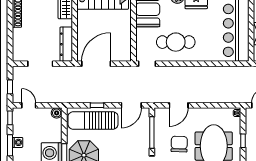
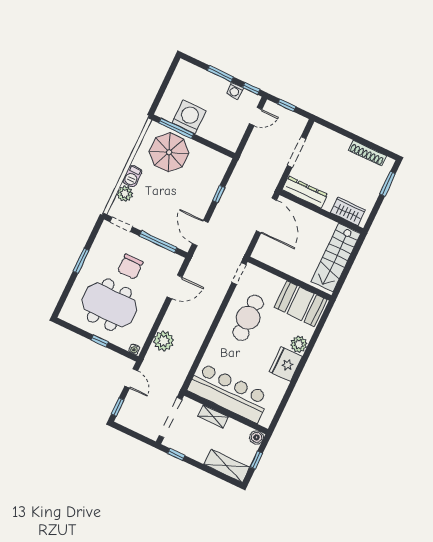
plant: (221, 95) -> (164, 341), added
door: (179, 105) -> (175, 287), swing flipped
boiler: (57, 113) -> (232, 144), removed
sun lounger: (93, 120) -> (204, 181), removed
washing machine: (17, 142) -> (235, 91), moved
chair: (179, 144) -> (130, 267), turned 88

